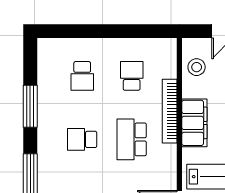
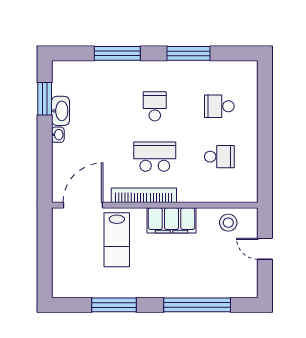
bookcase: (170, 111) -> (144, 195), moved

